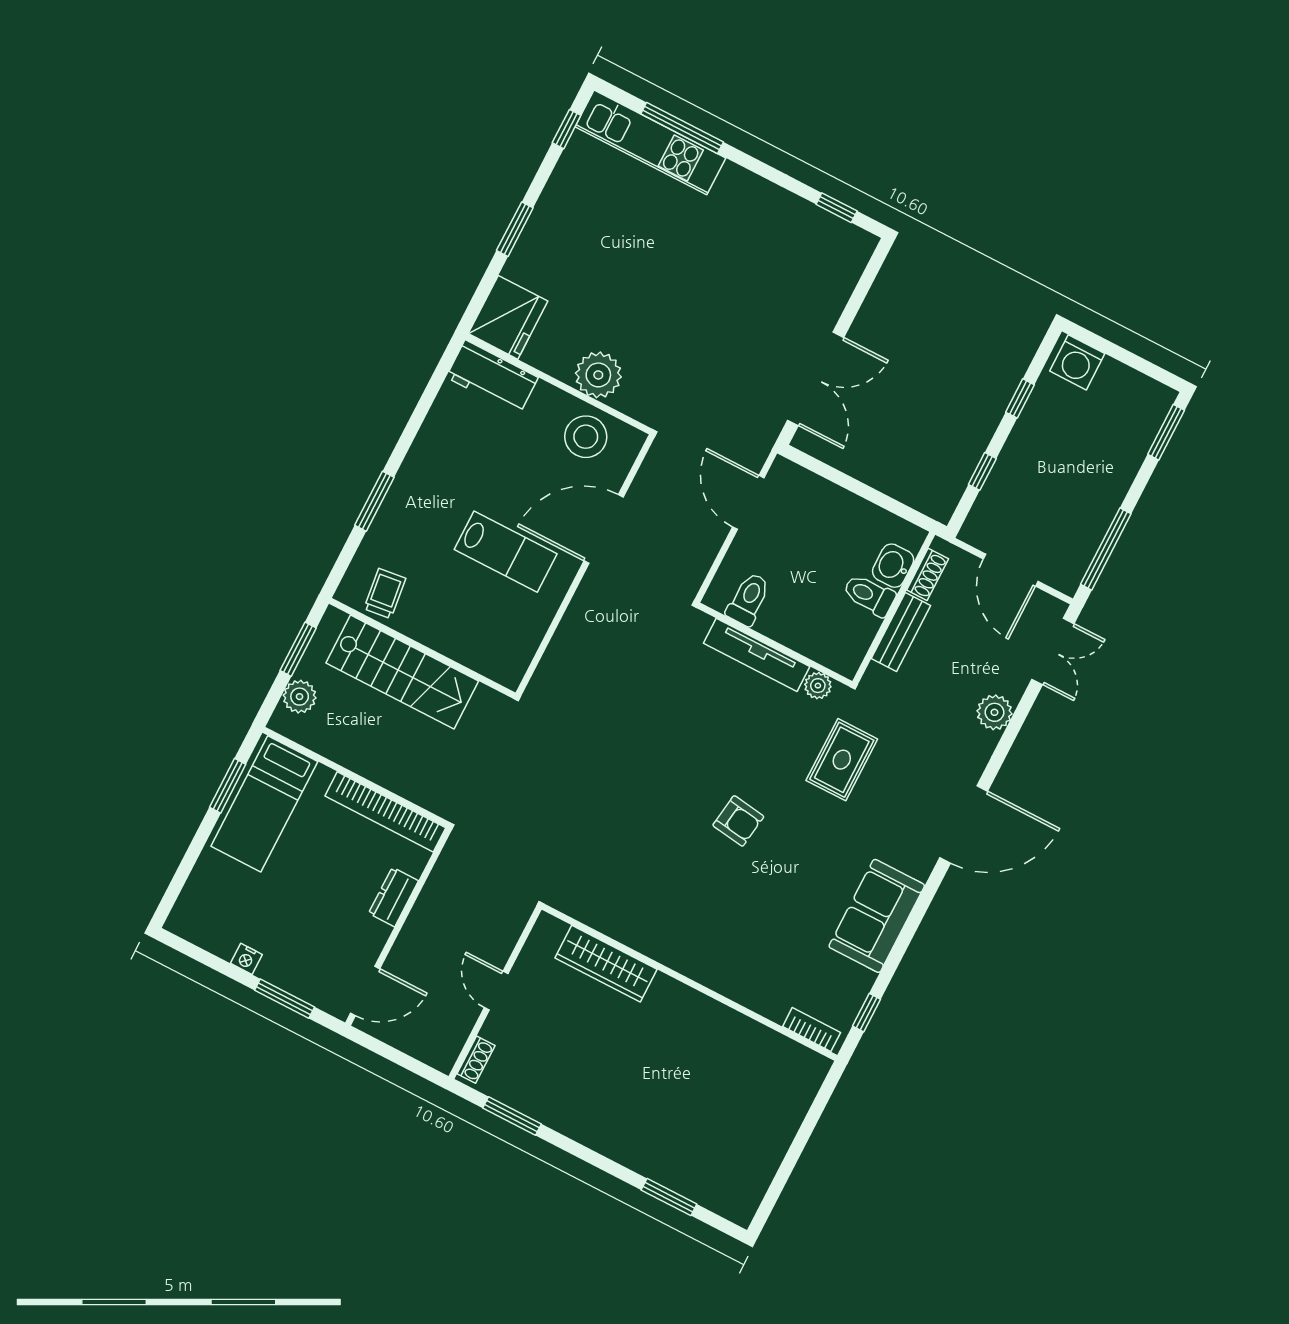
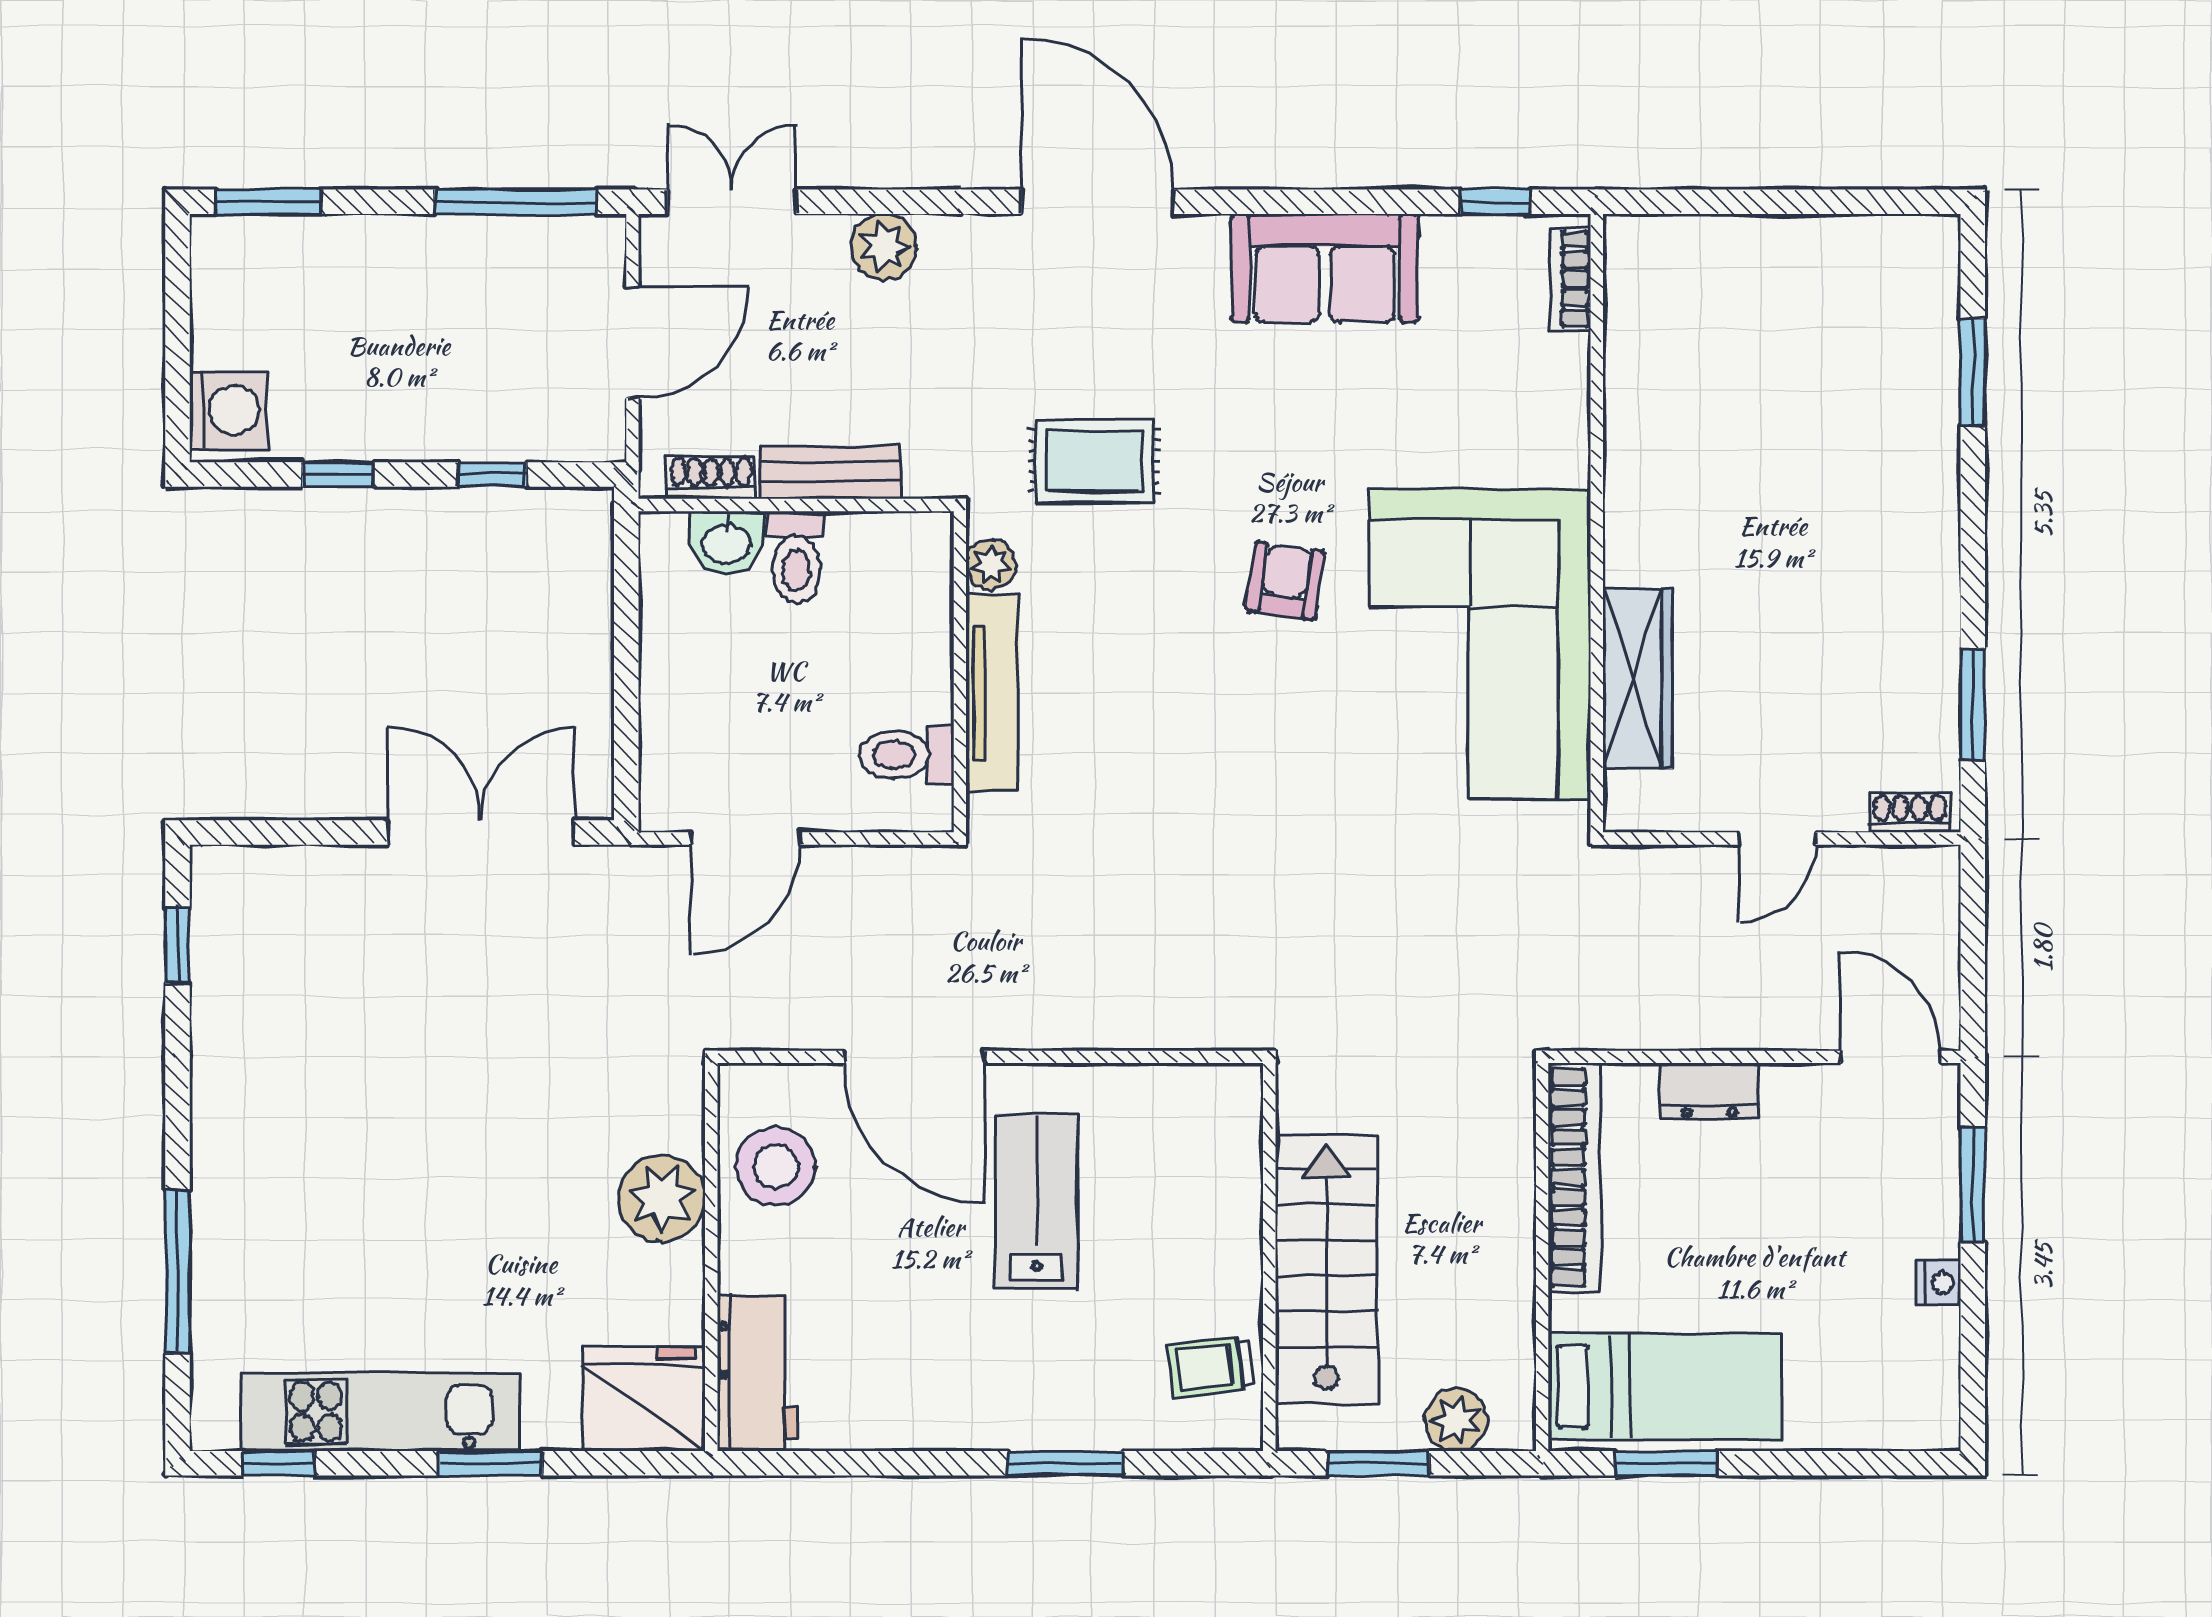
kitchen unit: (650, 142) -> (380, 1412), moved, turned -90
corner sofa: (661, 898) -> (1480, 644), added

